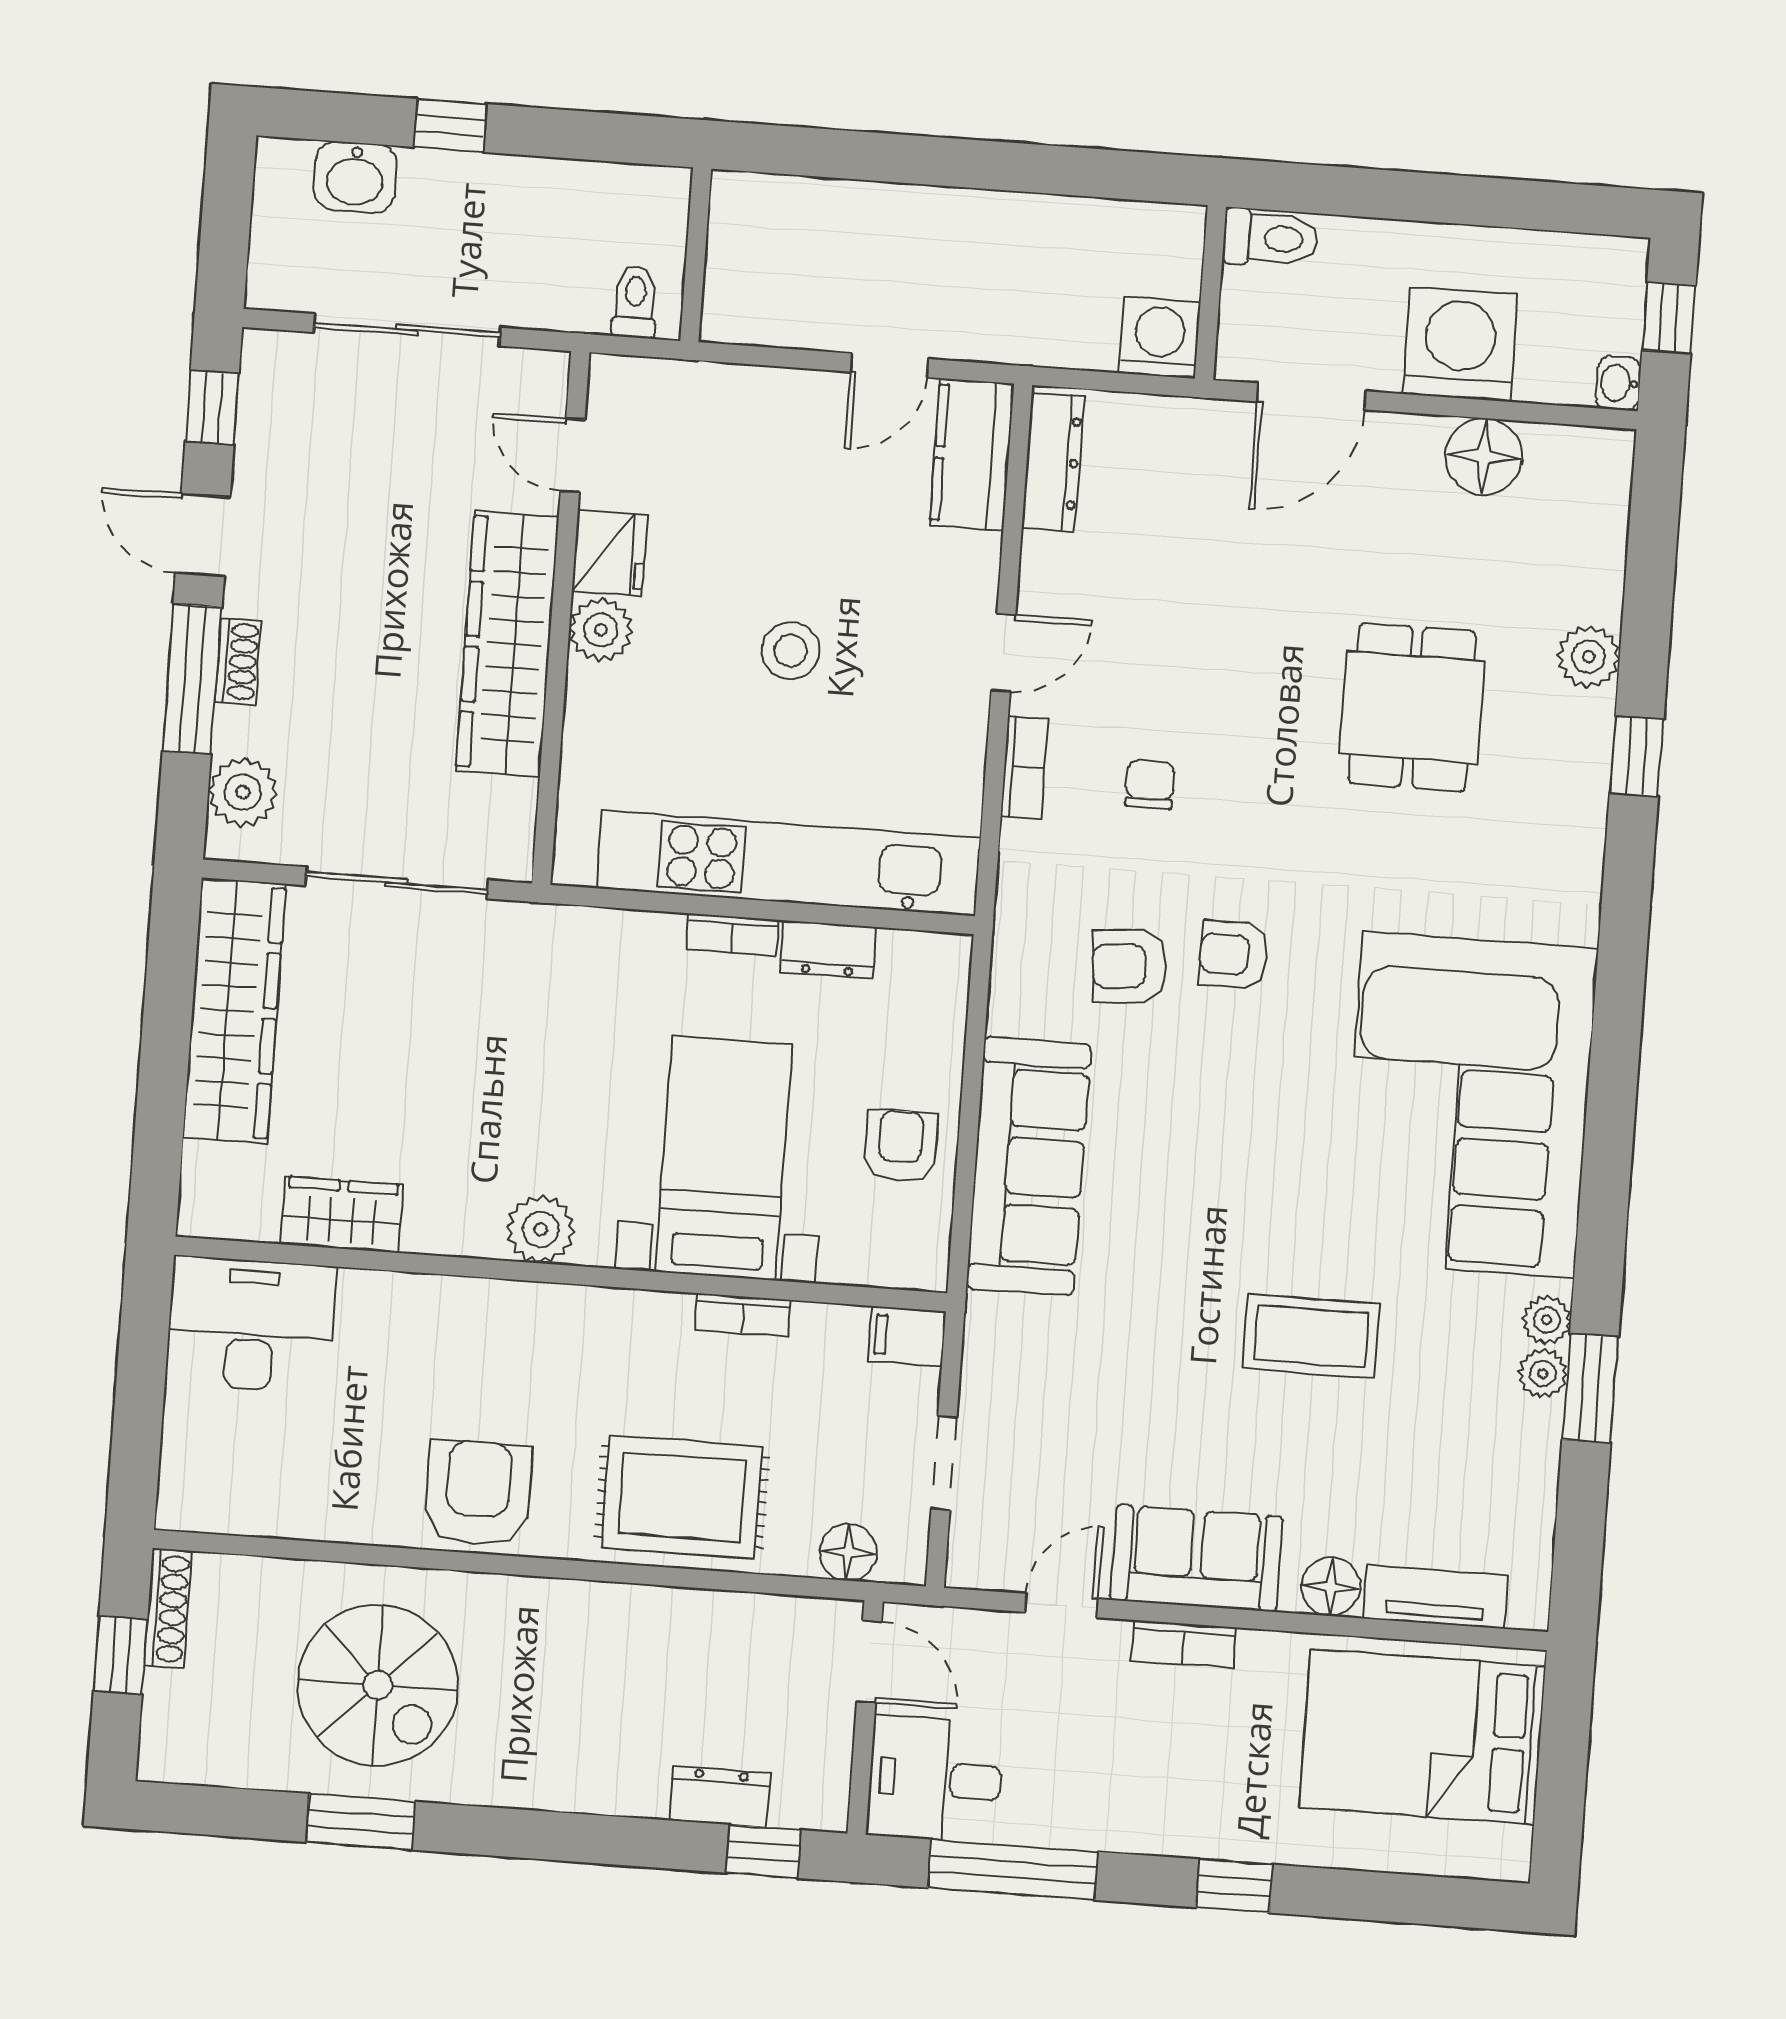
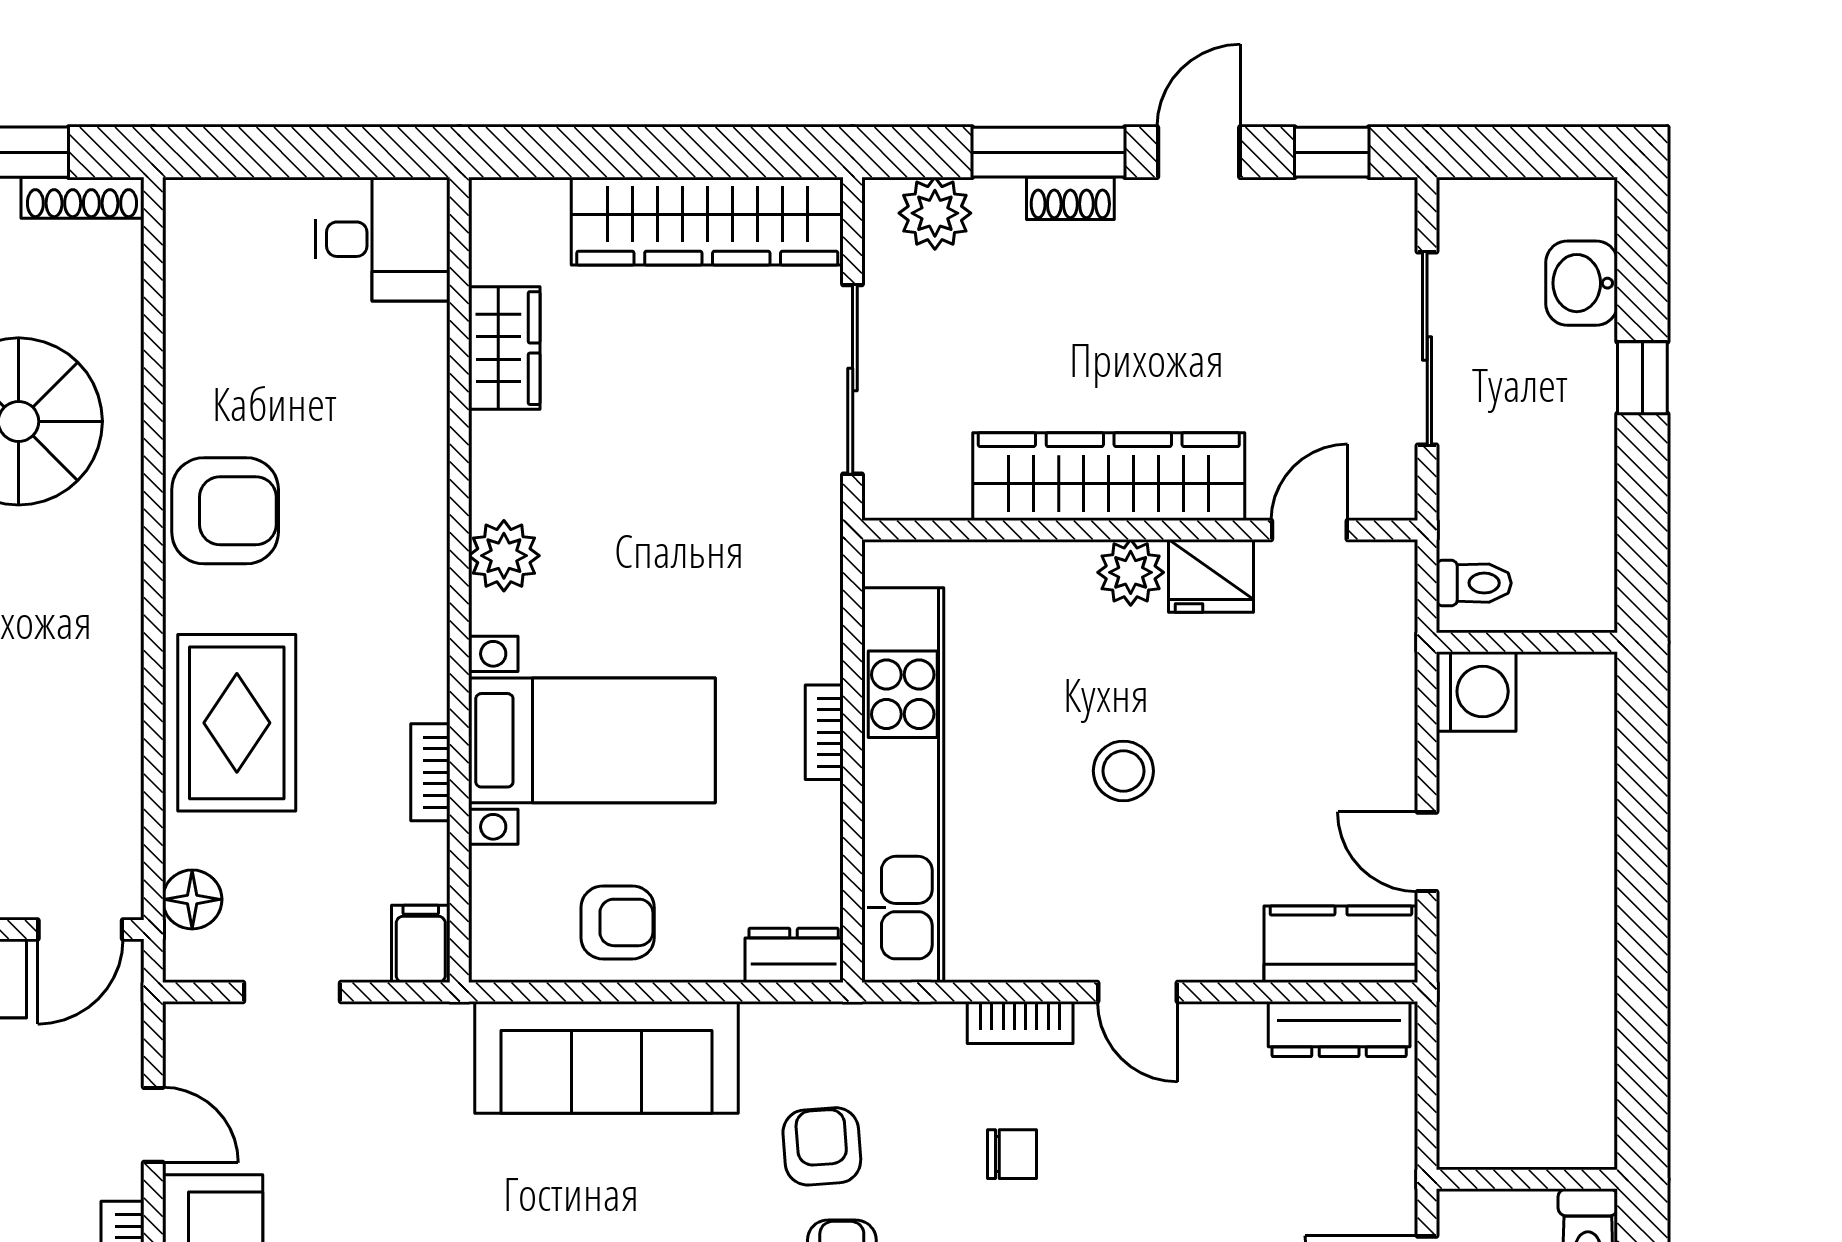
washing machine: (1160, 338) -> (1476, 691), moved
dresser: (828, 950) -> (794, 955), moved, turned 90
desk: (251, 1325) -> (383, 239), width x0.73

